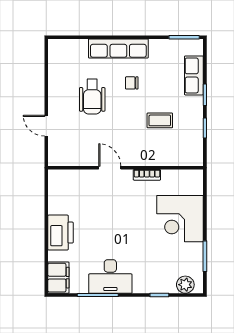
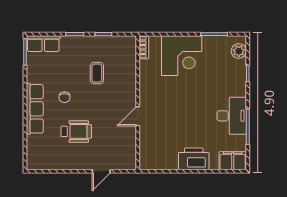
row of seats: (194, 75) -> (43, 44), moved
bookcase: (147, 175) -> (144, 47), moved

